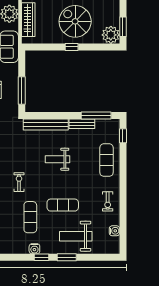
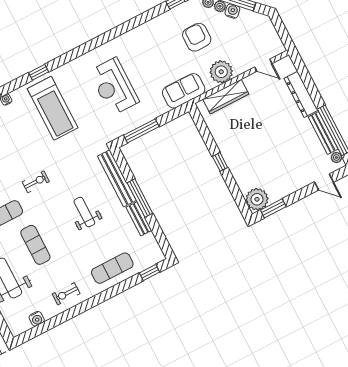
spiral stairs: (75, 21) -> (251, 151), removed
window: (96, 116) -> (140, 198), moved

